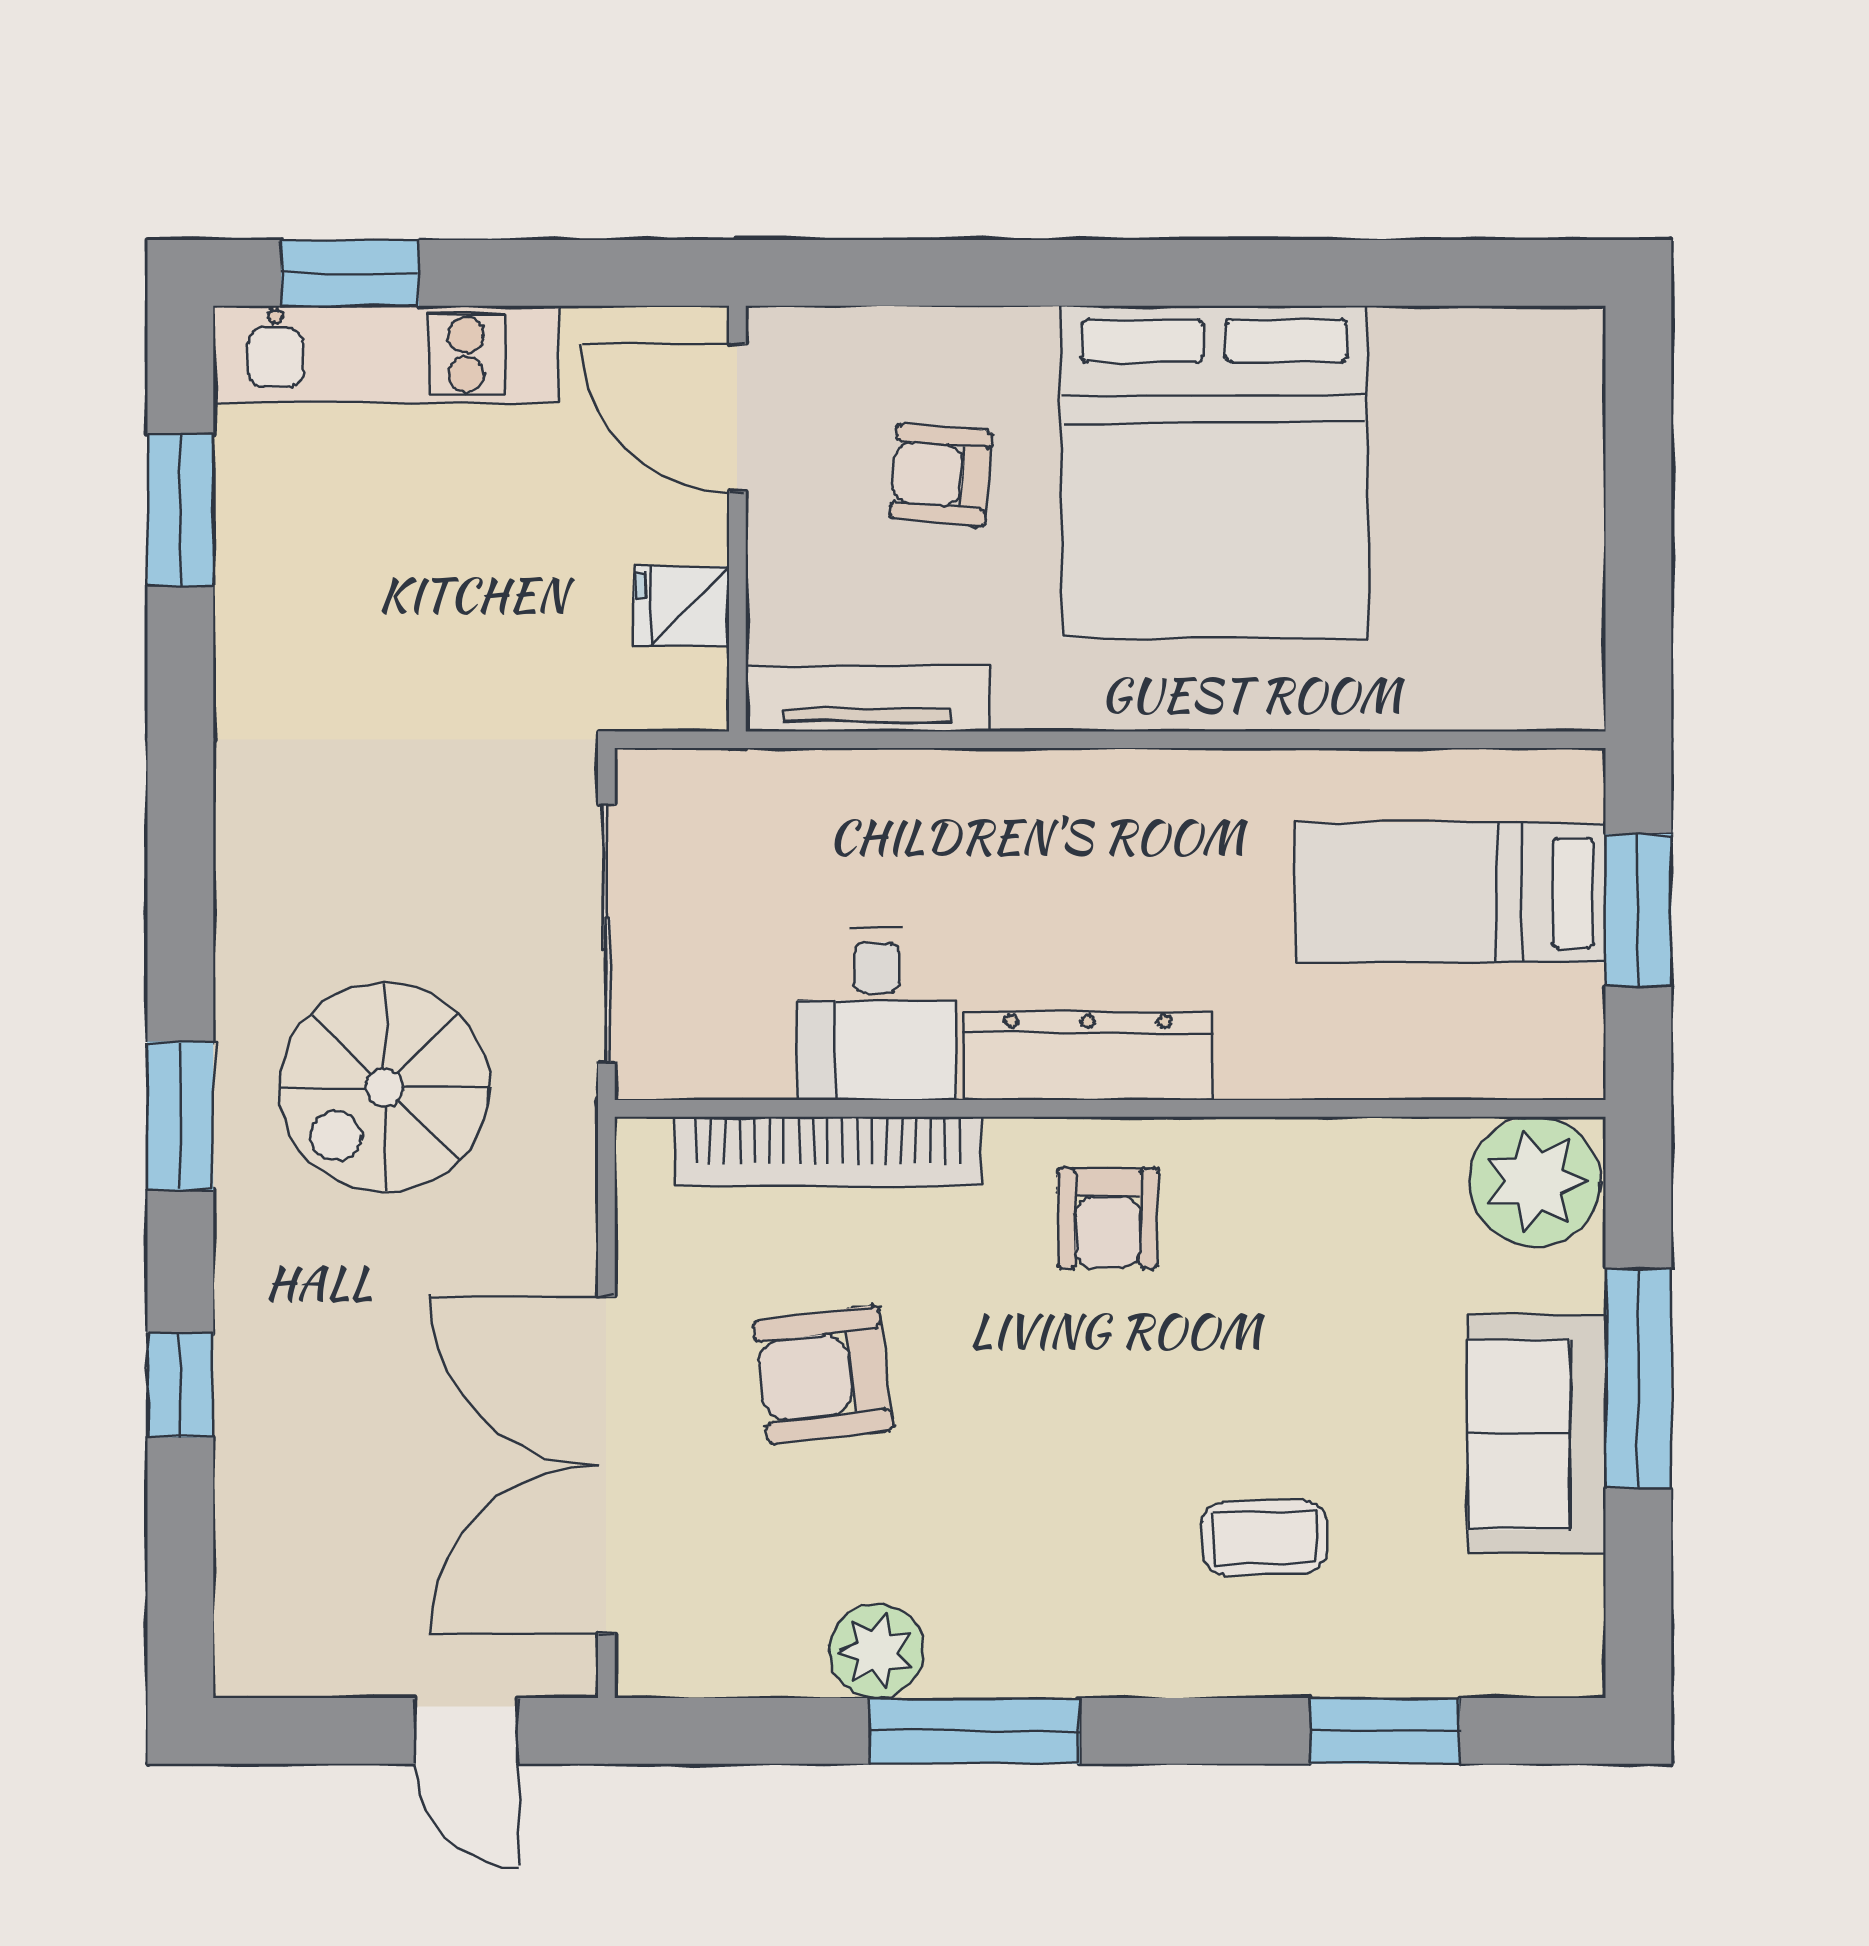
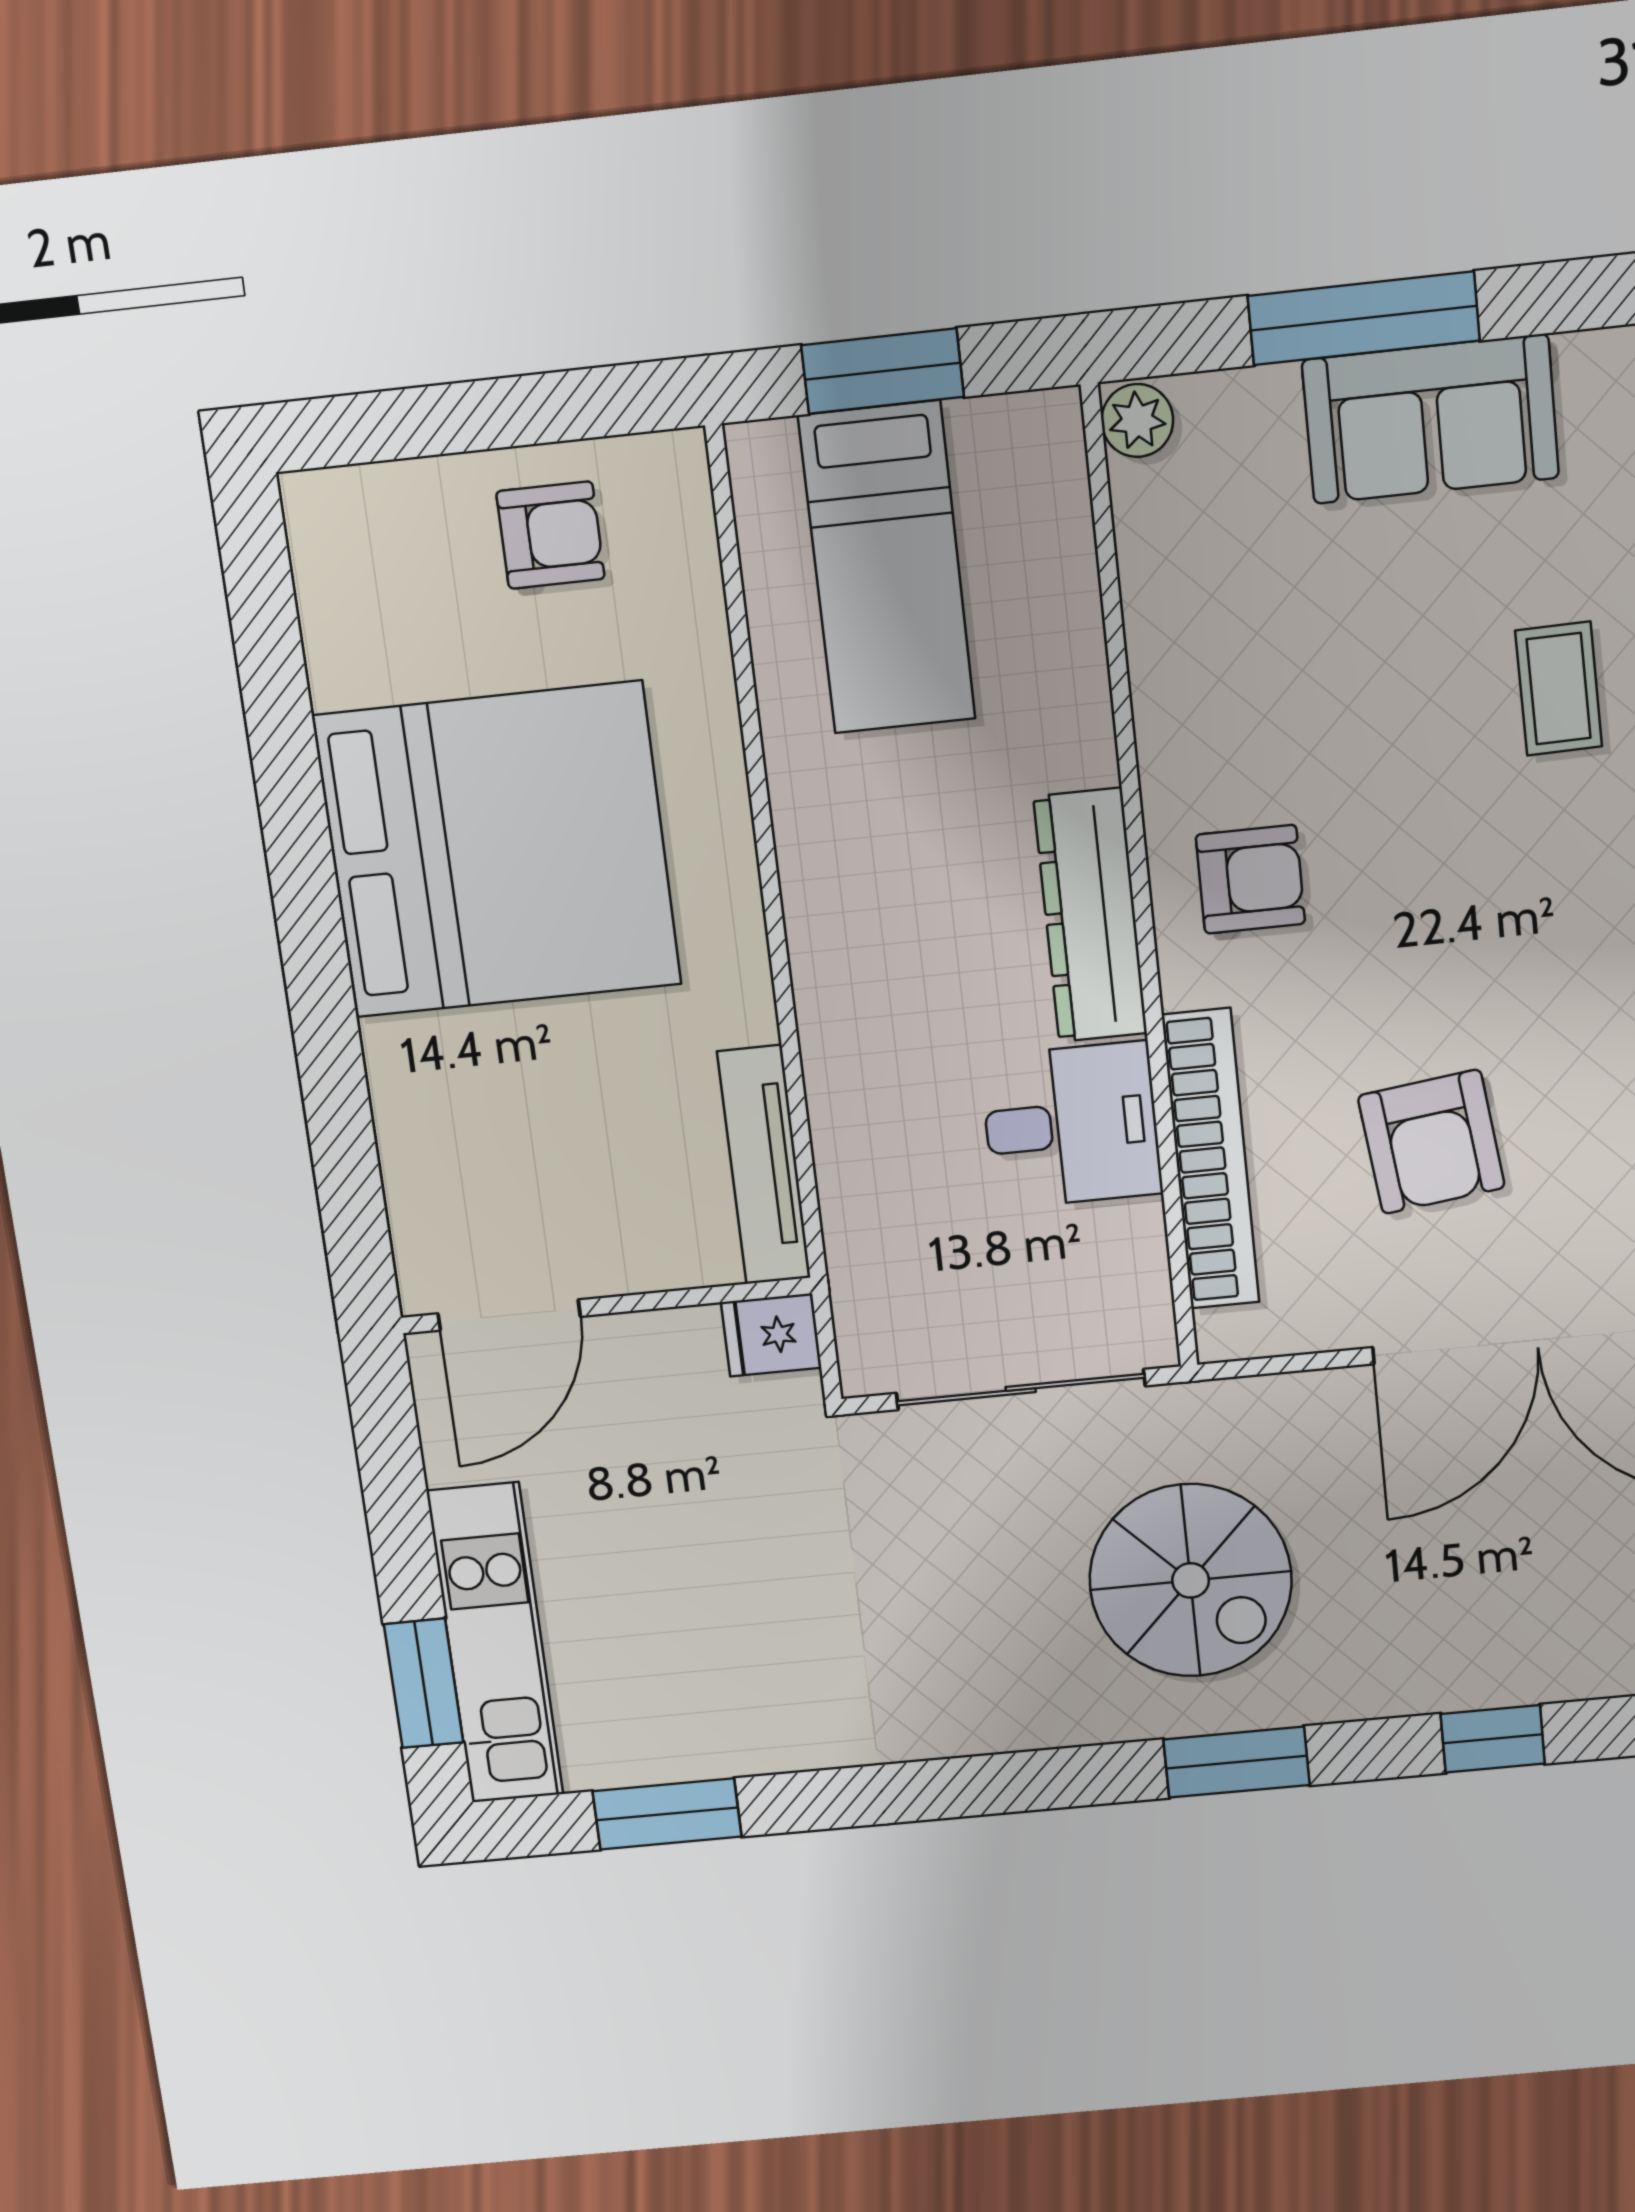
armchair: (941, 475) -> (550, 535), moved, turned -95
fridge: (682, 606) -> (771, 1335), moved, turned 90
plant: (1535, 1182) -> (1137, 421), width x0.53, depth x0.53

